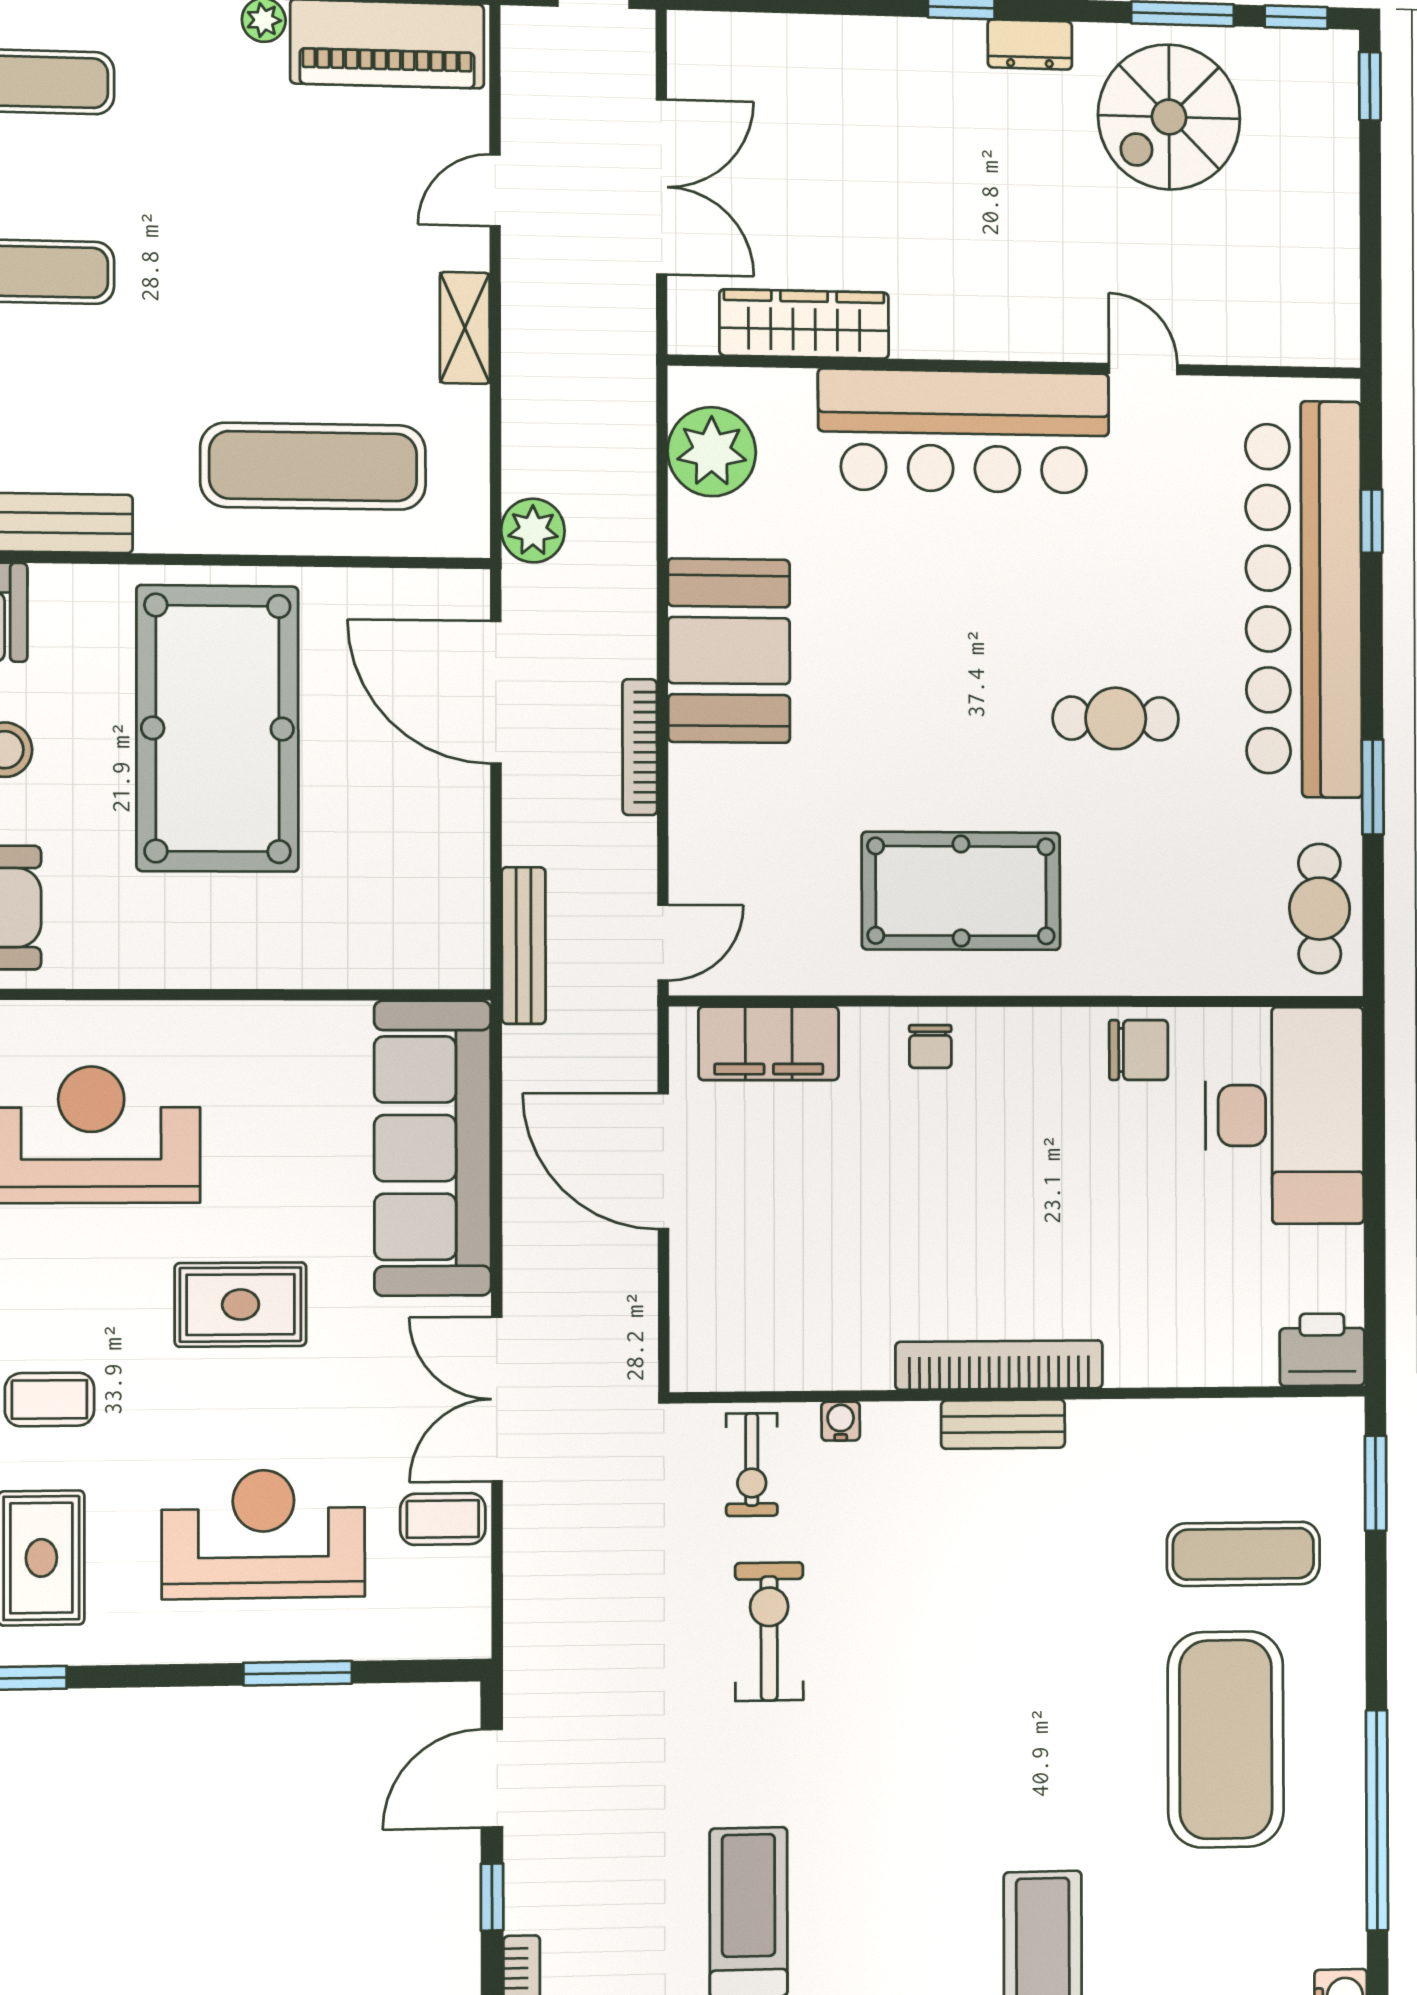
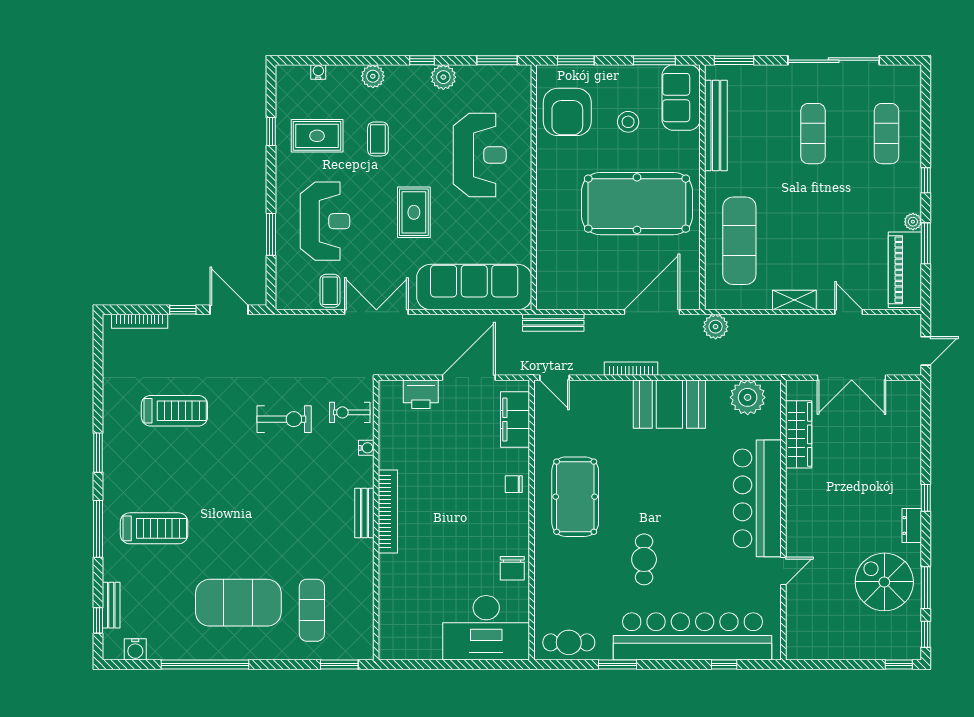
printer: (1322, 1350) -> (421, 394), moved, turned 90

